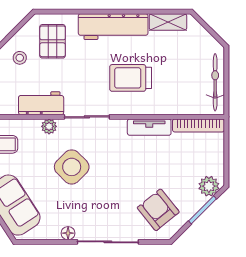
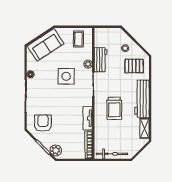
trolley: (131, 78) -> (114, 108), turned 180
side table: (72, 167) -> (66, 76), turned 45
armchair: (158, 210) -> (43, 123), turned -51

